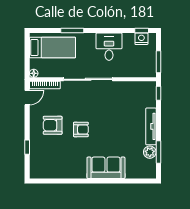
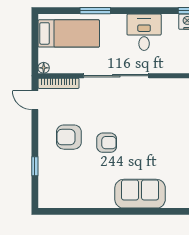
door: (27, 98) -> (35, 100), swing flipped

